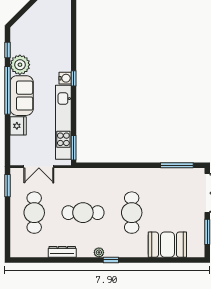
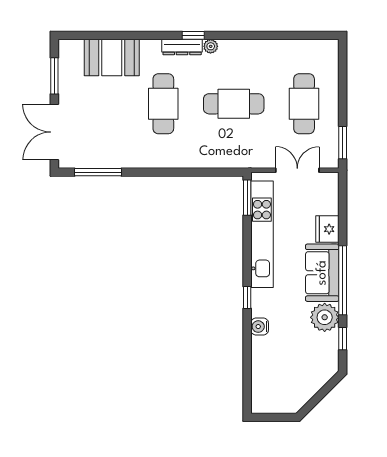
water cooler: (65, 78) -> (260, 327), moved
dresser: (62, 252) -> (182, 47), moved

